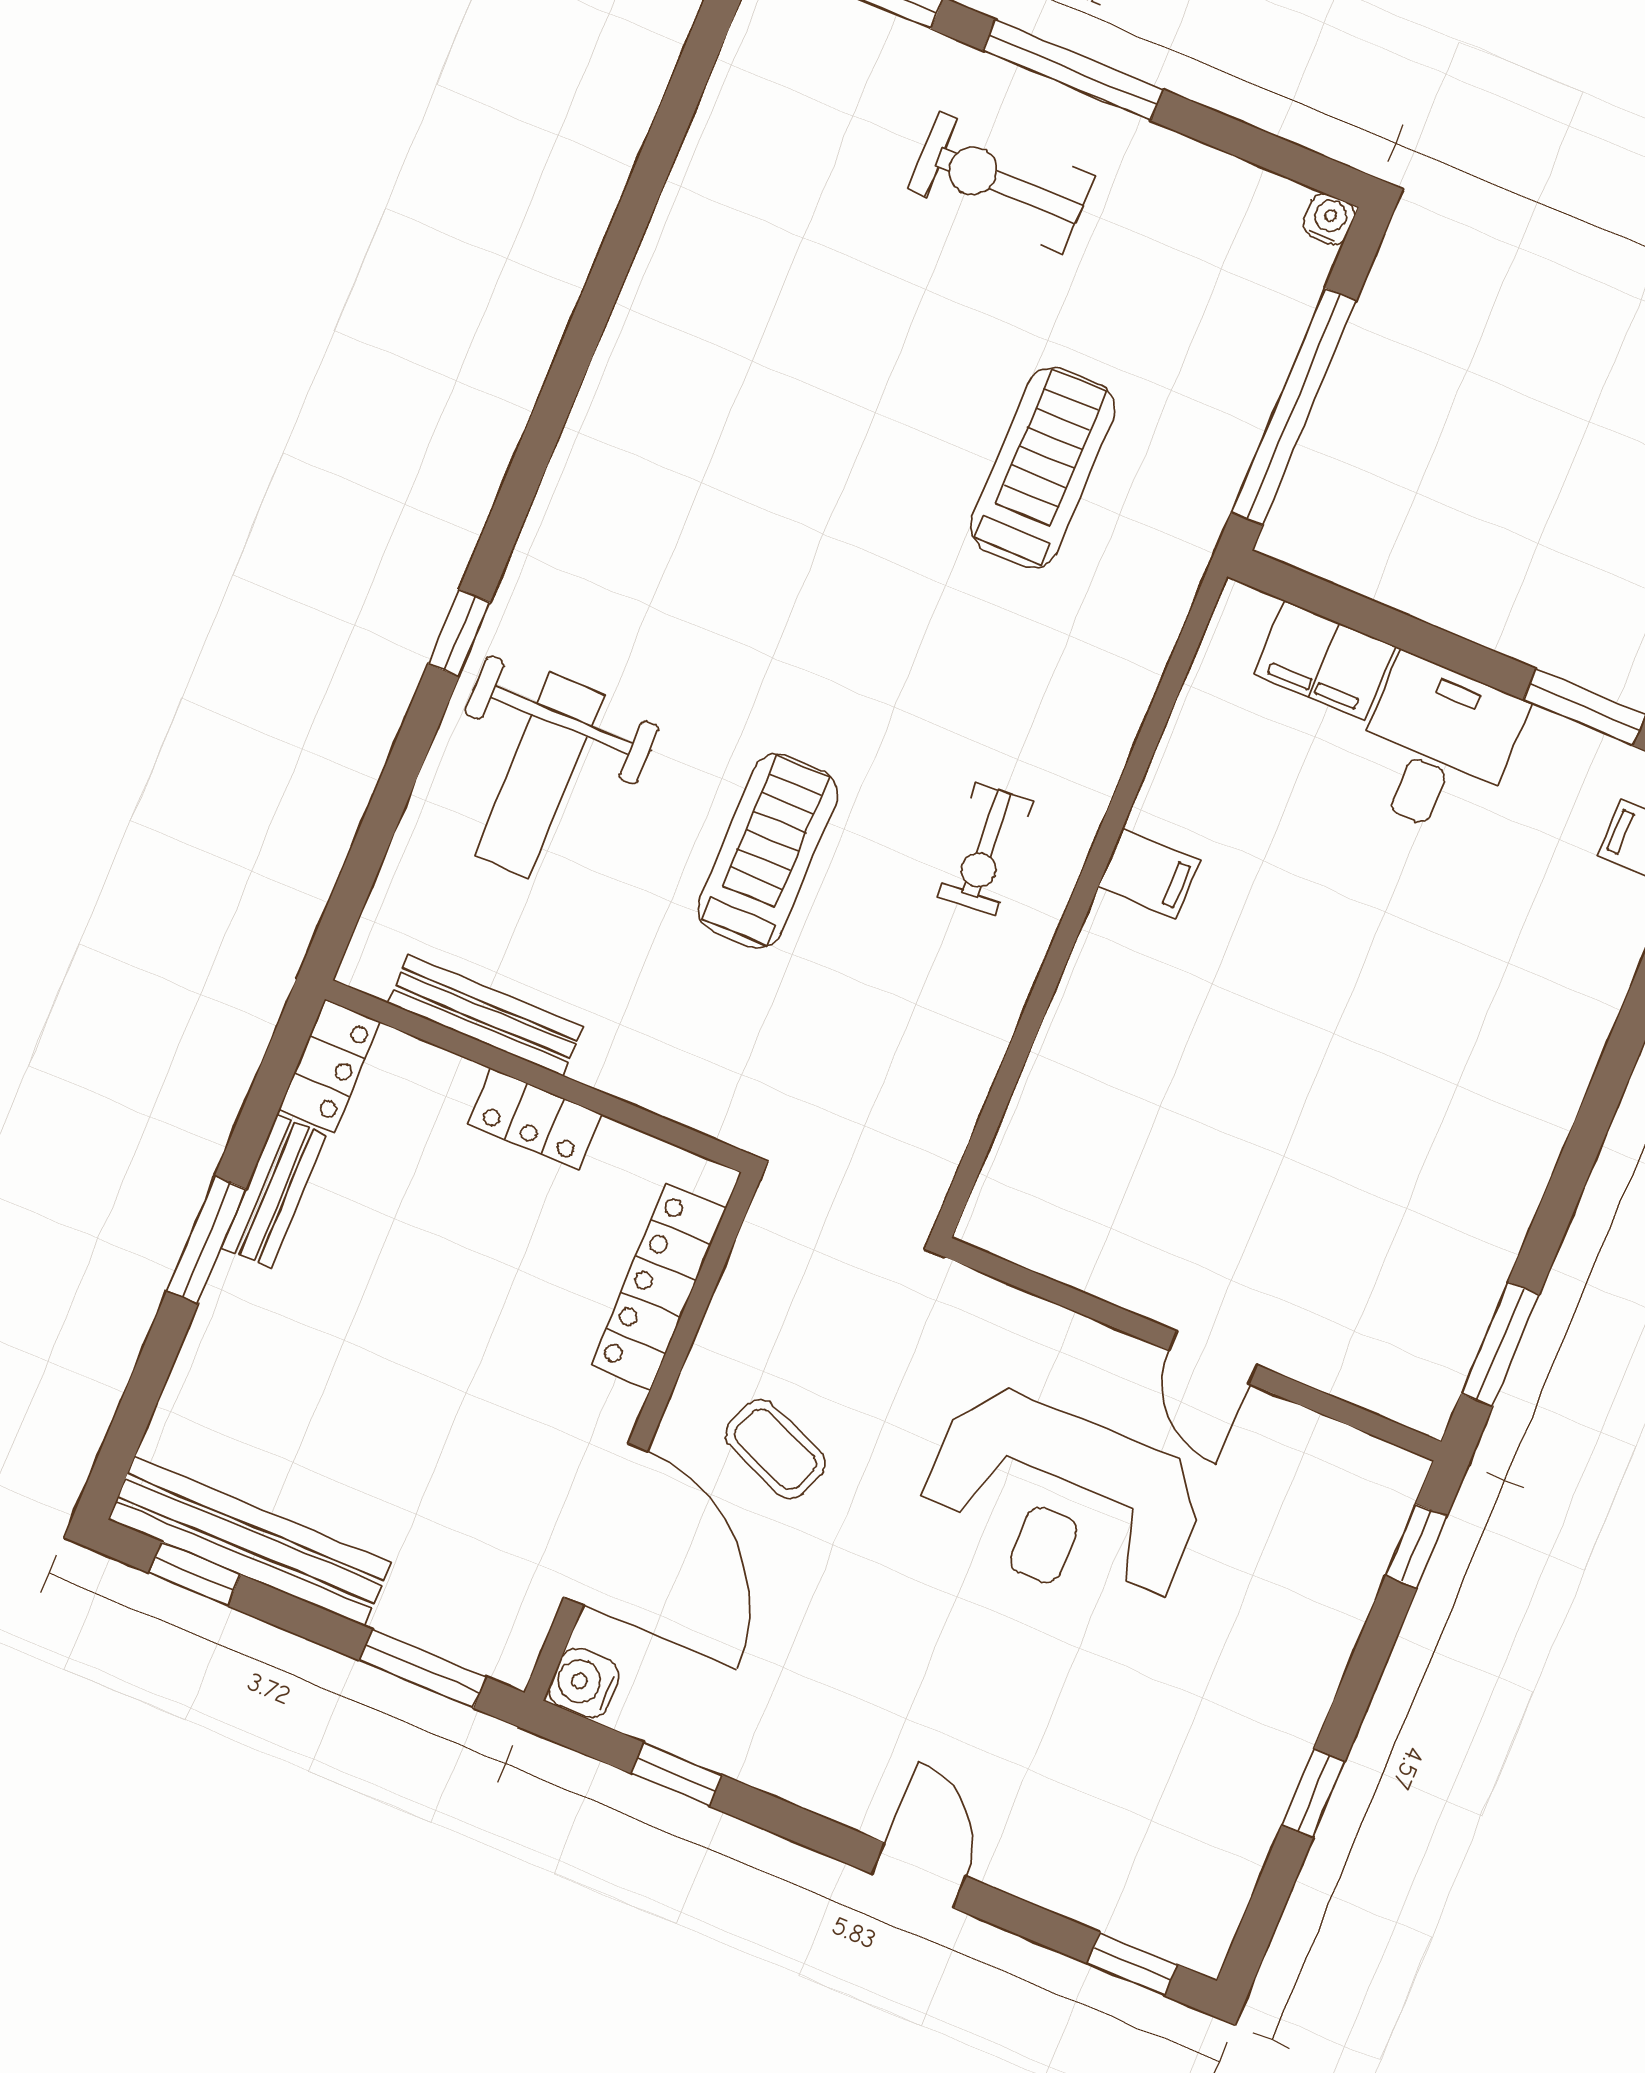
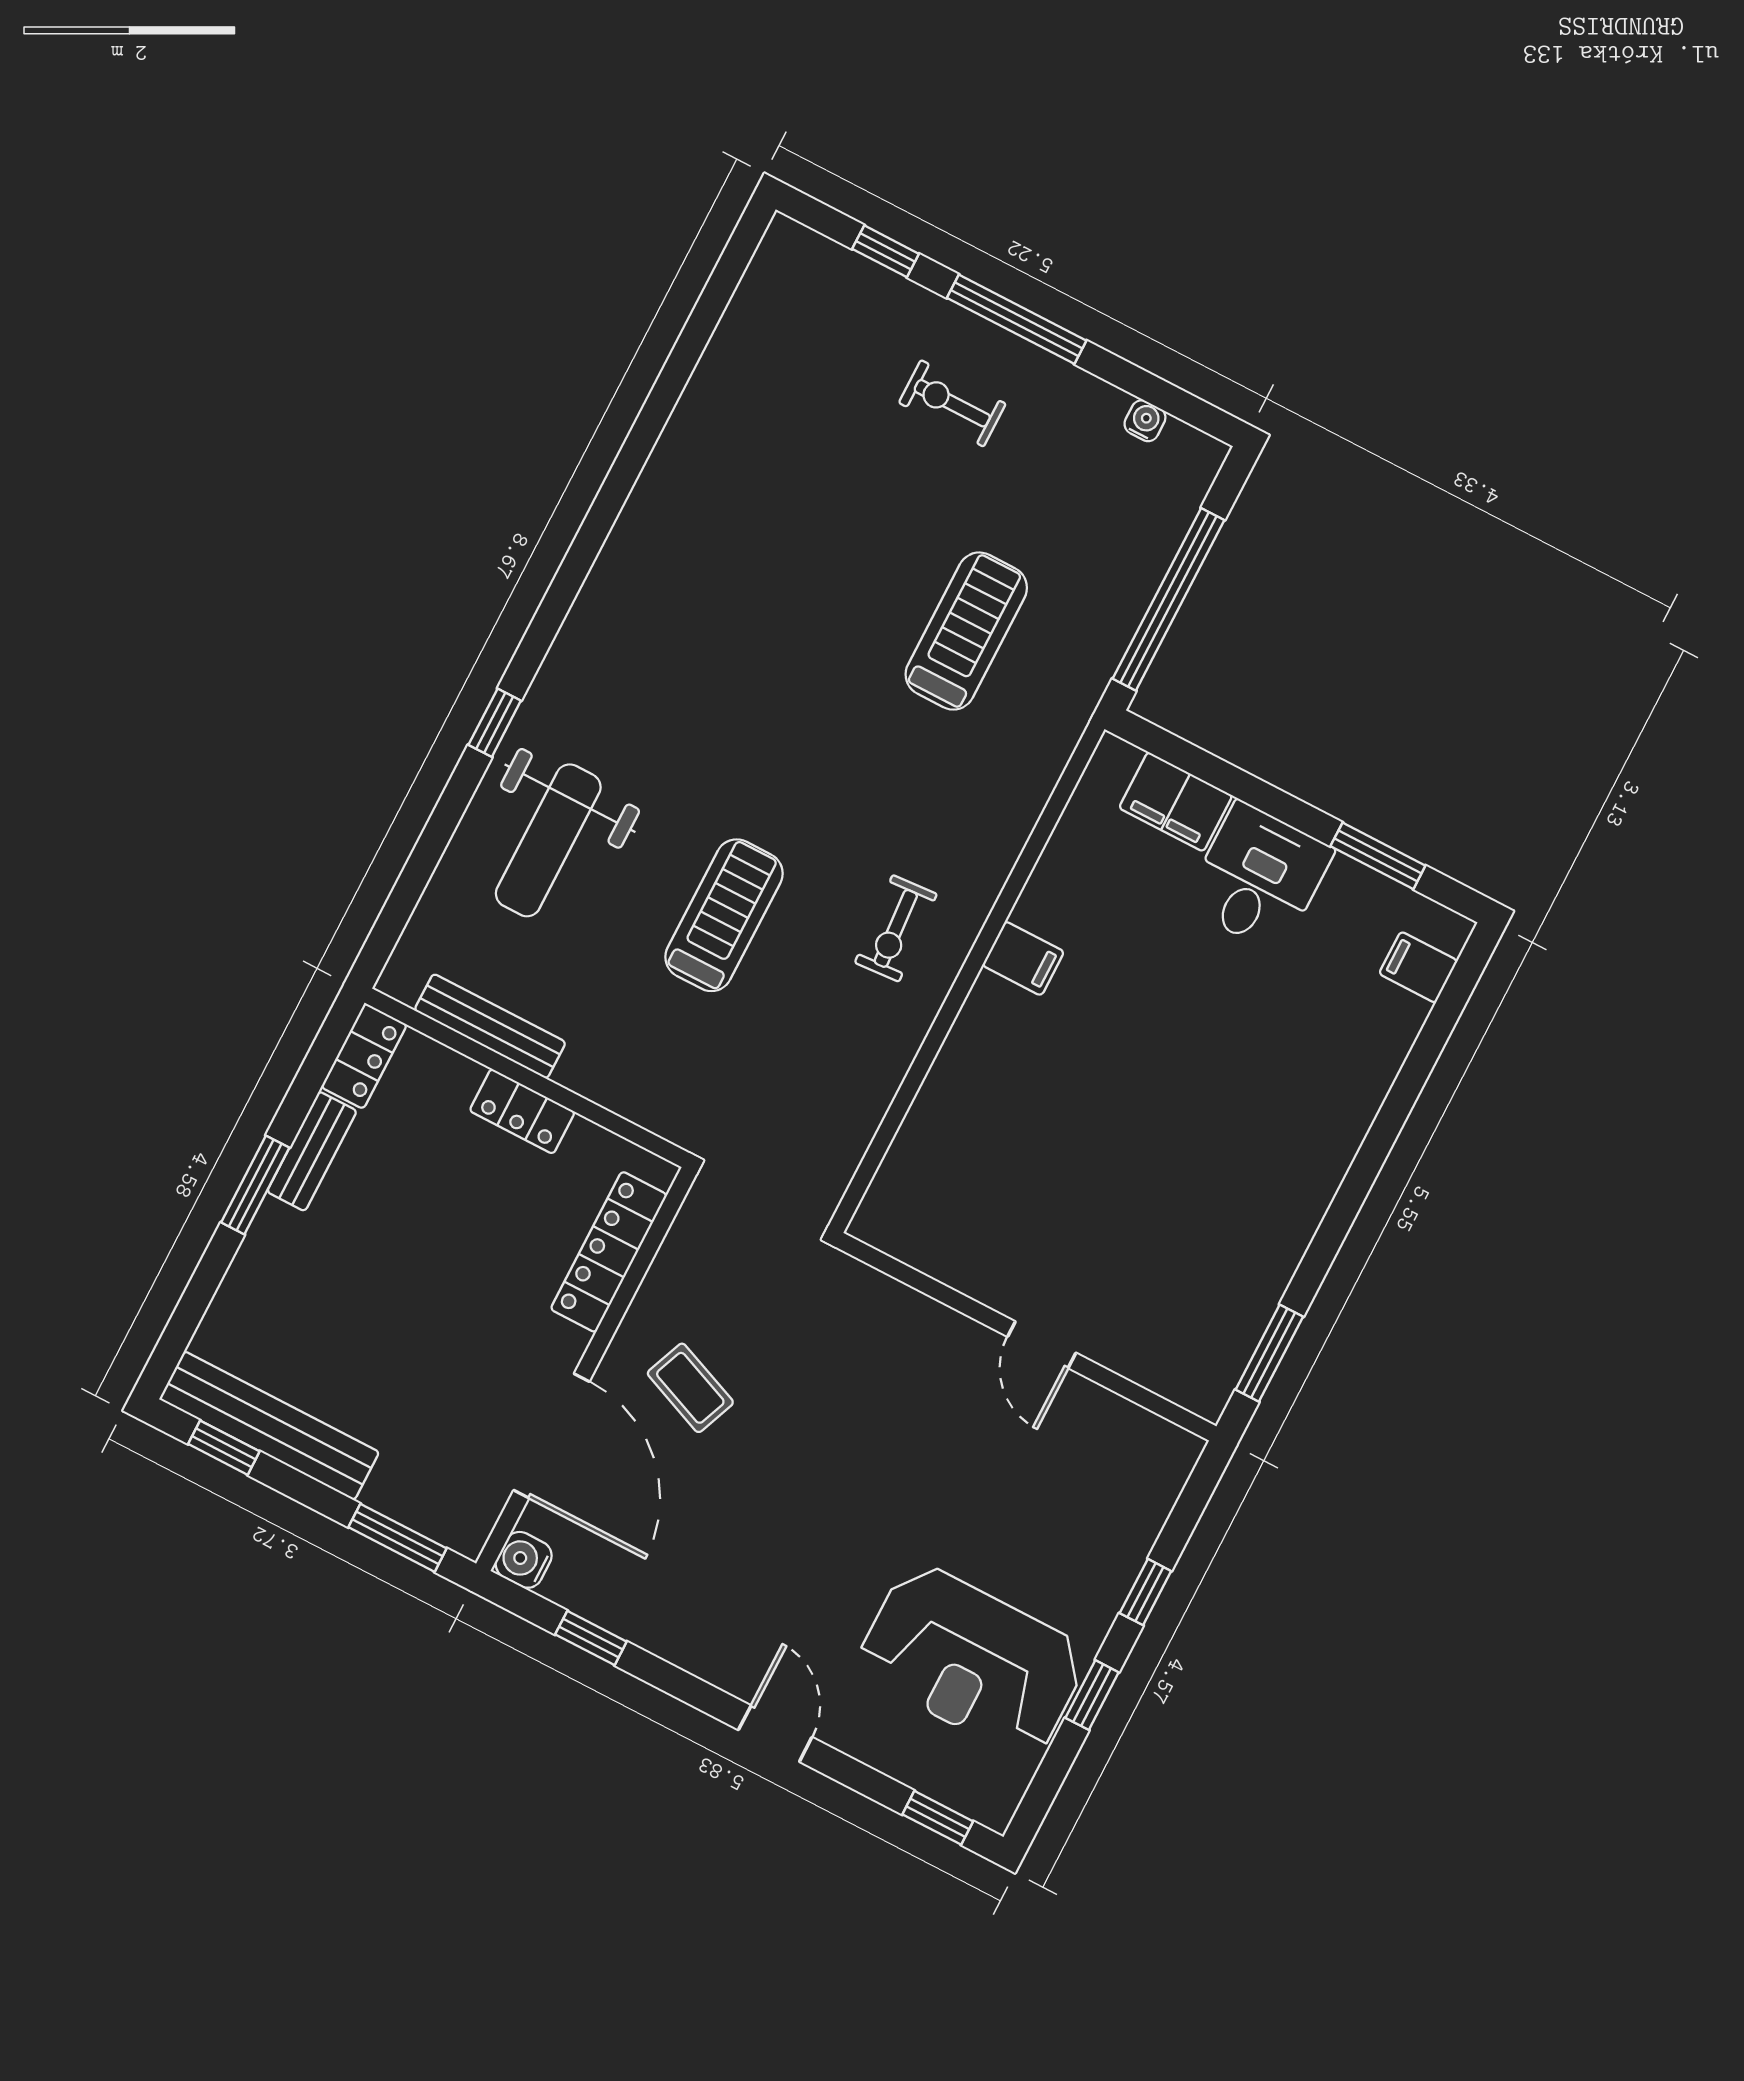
exercise bike: (1001, 183) -> (952, 403), width x0.73, depth x0.72
water cooler: (1329, 219) -> (1145, 421), moved
reception desk: (1062, 1501) -> (972, 1661), moved
window: (1416, 1546) -> (1145, 1592), moved

